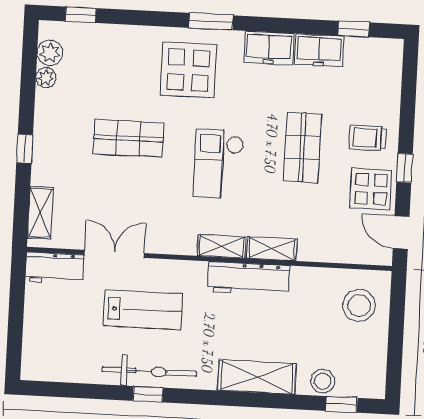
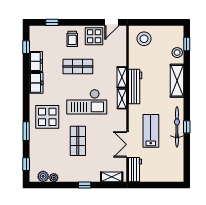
window: (211, 22) -> (26, 131), moved
checkout: (219, 164) -> (87, 102), width x1.36, depth x1.21
window: (405, 168) -> (52, 22), moved

